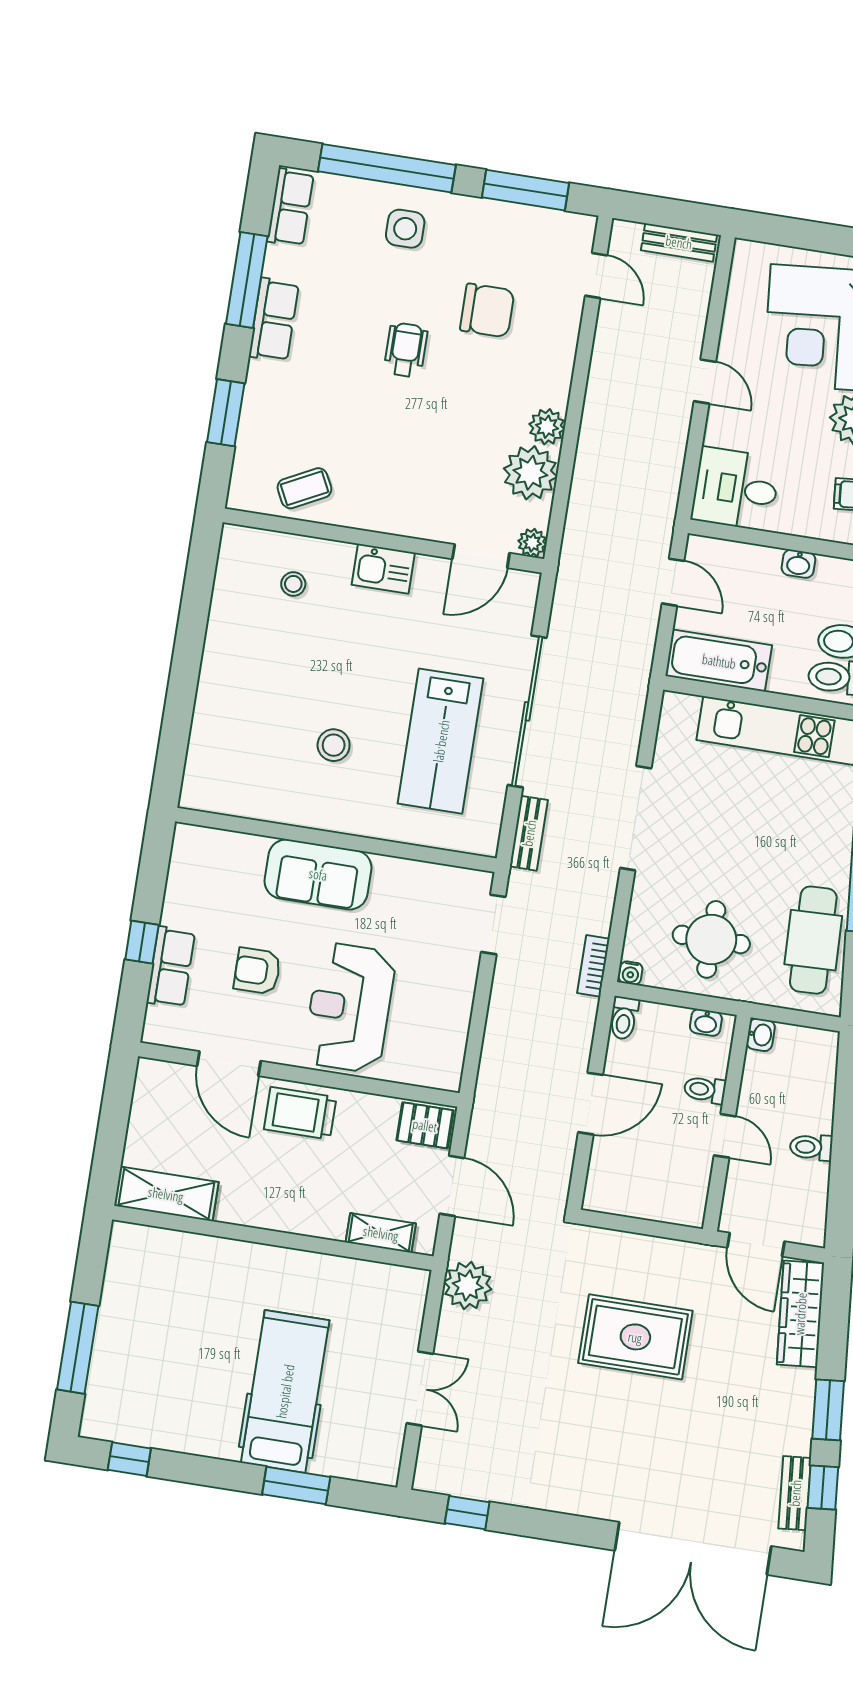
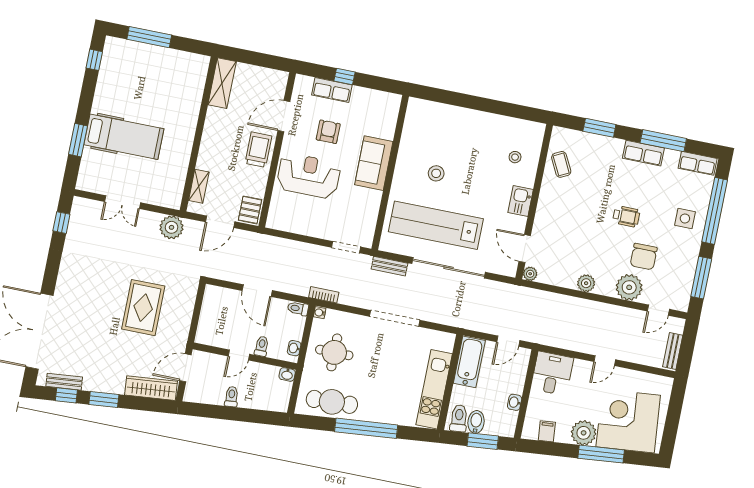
plant: (530, 473) -> (629, 287), moved
lab bench: (441, 741) -> (436, 225), width x1.36

